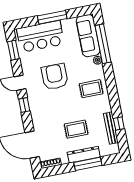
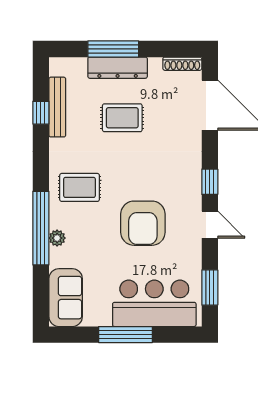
sofa: (88, 36) -> (66, 298), width x0.73
window: (103, 44) -> (41, 228), moved

